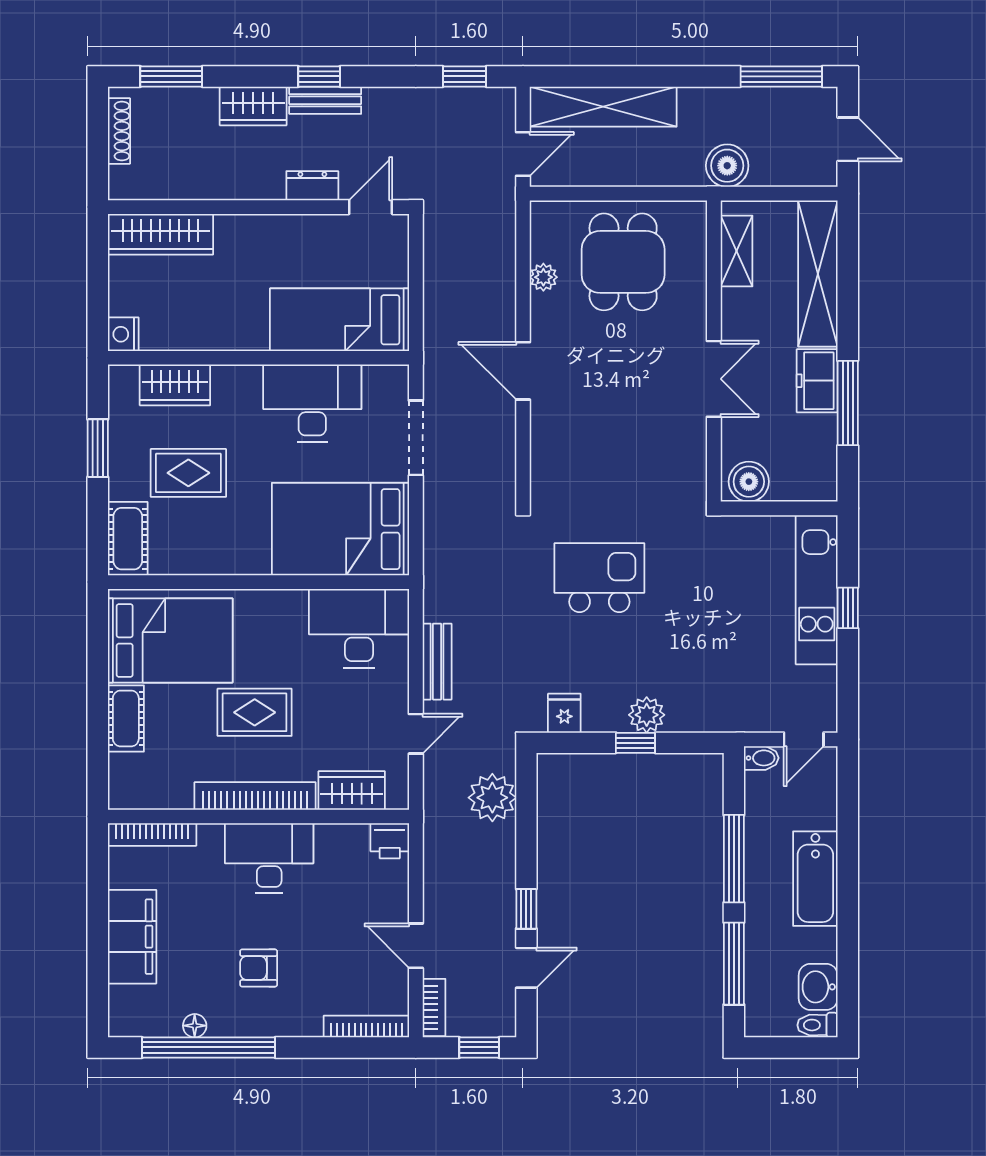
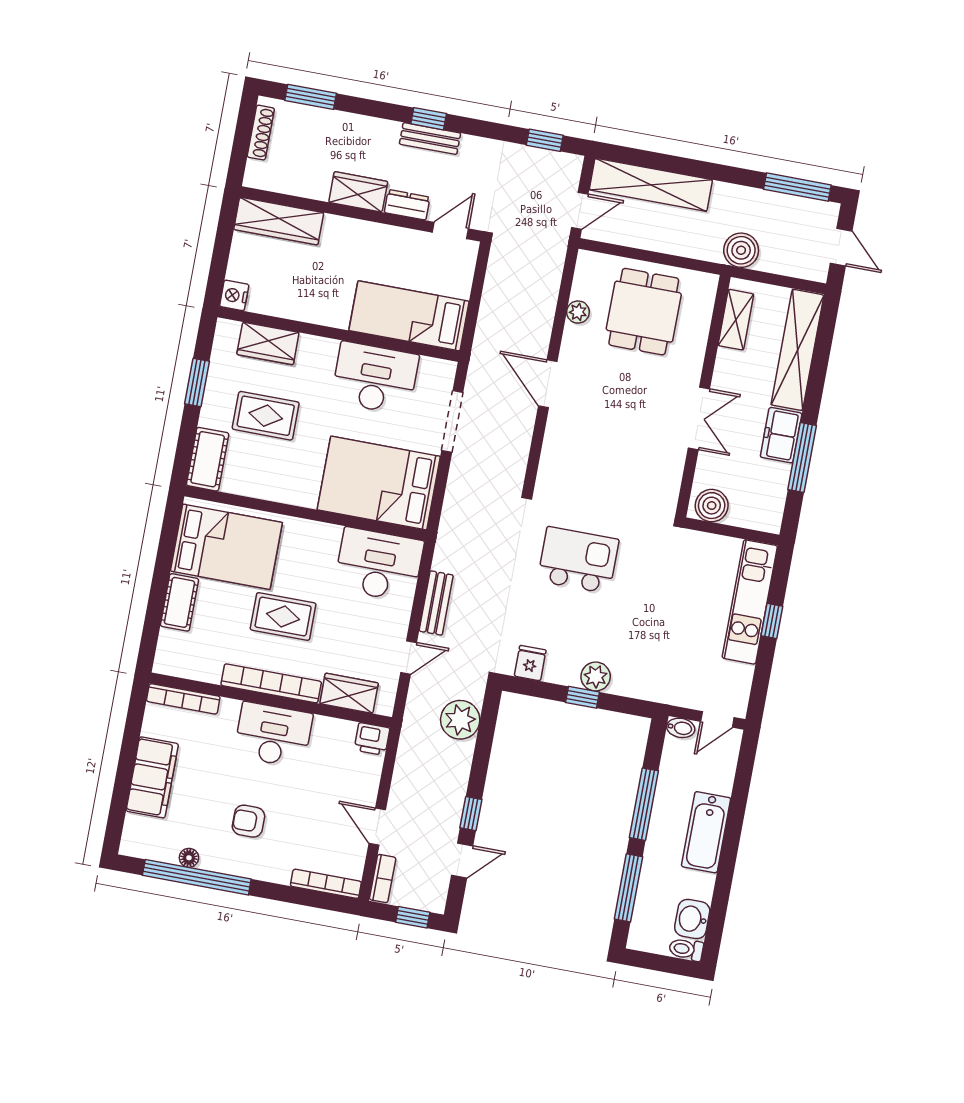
wardrobe: (253, 106) -> (358, 192), moved, turned 180

